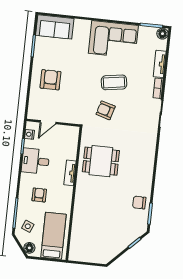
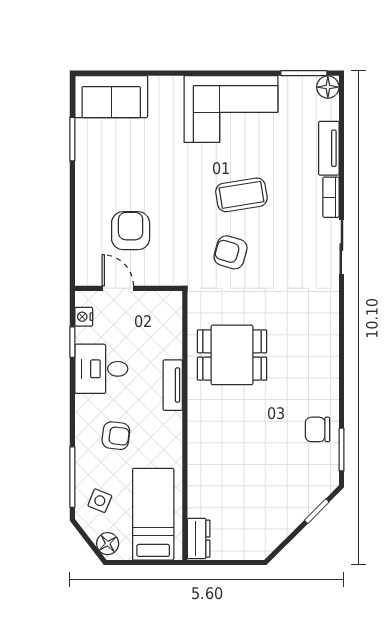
armchair: (50, 80) -> (131, 231), moved
door: (48, 122) -> (118, 288), swing flipped
armchair: (39, 195) -> (116, 436), turned 97
dresser: (75, 250) -> (199, 539), added

